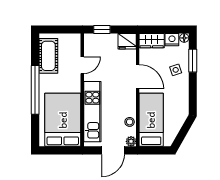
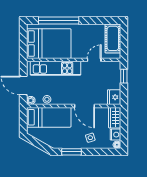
cot: (48, 56) -> (113, 38), moved, turned 90
window: (193, 61) -> (72, 152), moved
door: (82, 65) -> (94, 60), swing flipped
door: (138, 77) -> (85, 106), hinge flipped
window: (35, 90) -> (59, 21), moved

